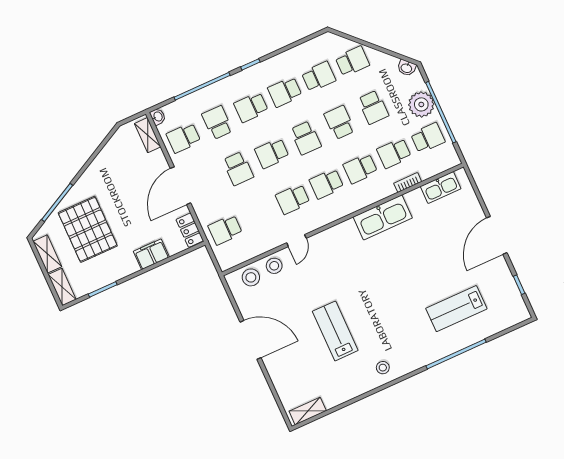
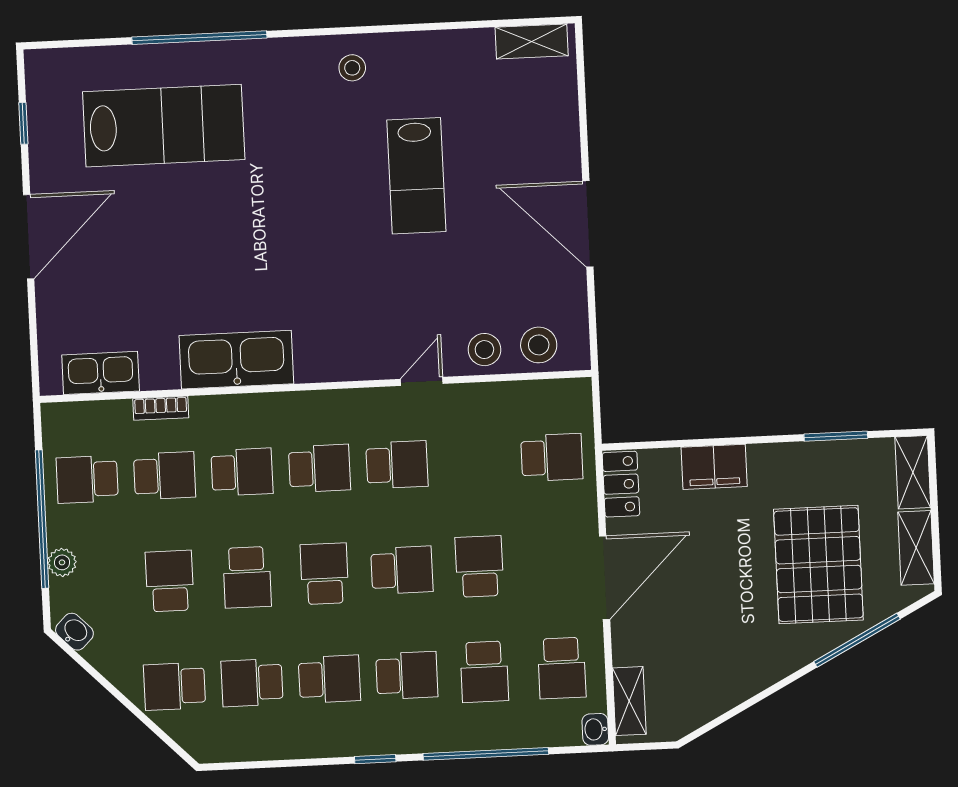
plant: (421, 104) -> (62, 562), width x0.53, depth x0.53
school desk: (183, 138) -> (562, 668), turned 90
lab bench: (456, 309) -> (164, 126), width x1.36, depth x1.39

